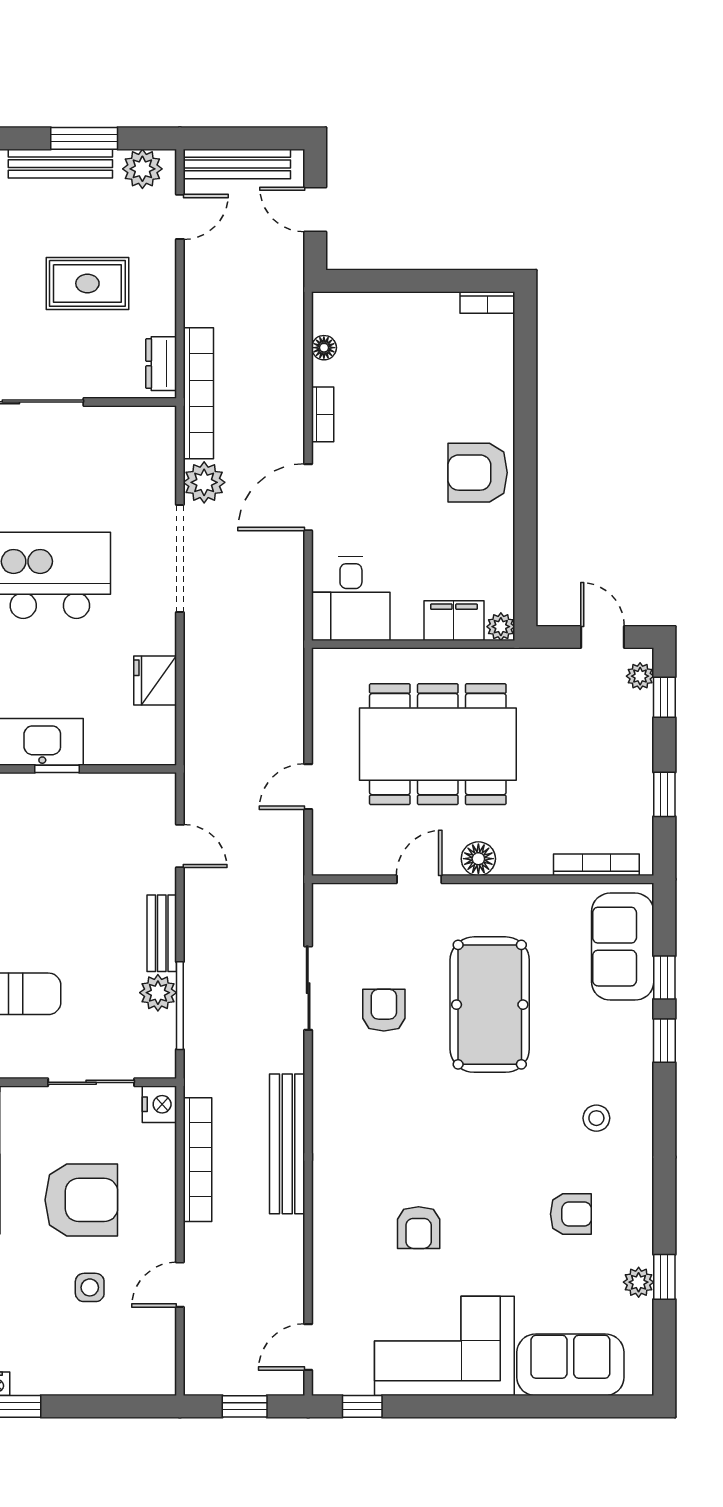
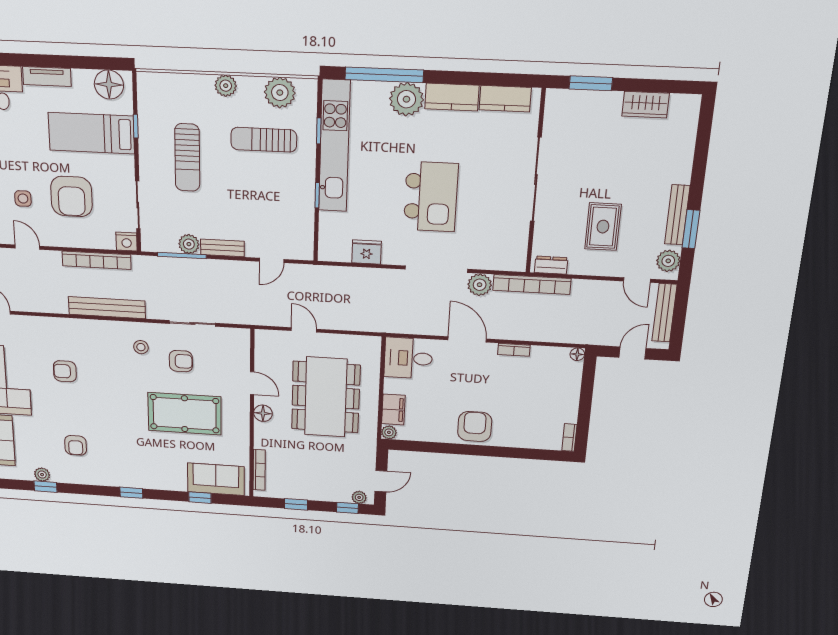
floor lamp: (324, 348) -> (577, 354), moved
window: (664, 1041) -> (131, 493), moved
stool: (596, 1118) -> (141, 347), moved

